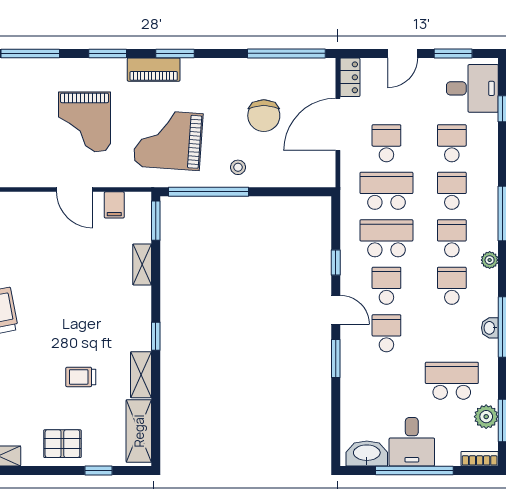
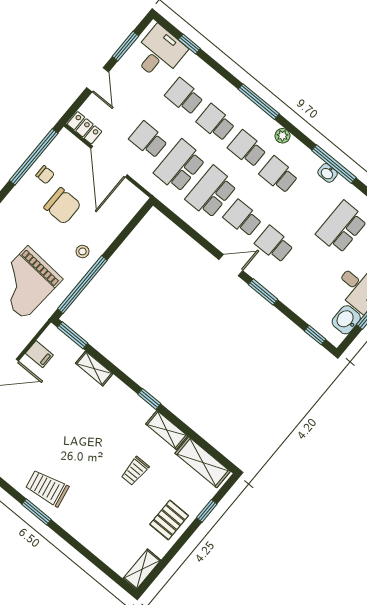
chair: (279, 77) -> (45, 175), added
window: (336, 263) -> (315, 335), moved
washbasin: (367, 453) -> (346, 320), width x0.72

